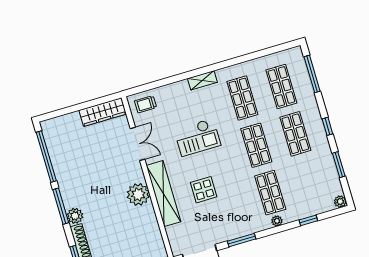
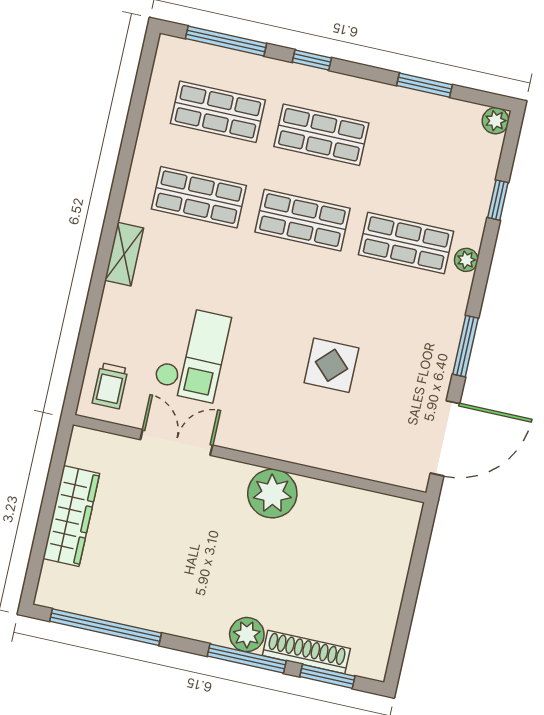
wardrobe: (103, 112) -> (71, 516), moved
window: (327, 126) -> (312, 60), moved
checkout: (197, 137) -> (192, 354), moved
shelving: (163, 194) -> (297, 445), removed
window: (61, 206) -> (247, 658), moved

